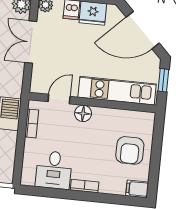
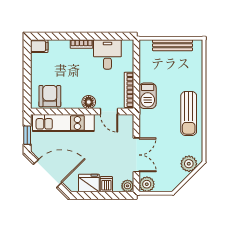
door: (59, 99) -> (109, 112), hinge flipped
bookcase: (32, 123) -> (129, 90), width x1.56
armchair: (130, 150) -> (50, 96), moved

